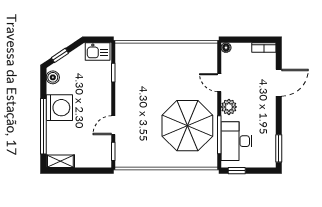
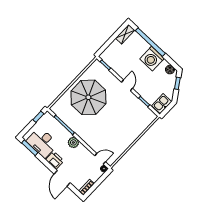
door: (219, 83) -> (100, 159), moved
printer: (267, 109) -> (55, 160), added
door: (113, 125) -> (127, 85), moved
parasol: (187, 126) -> (88, 97), moved
desk: (236, 141) -> (42, 142), moved, turned 180

